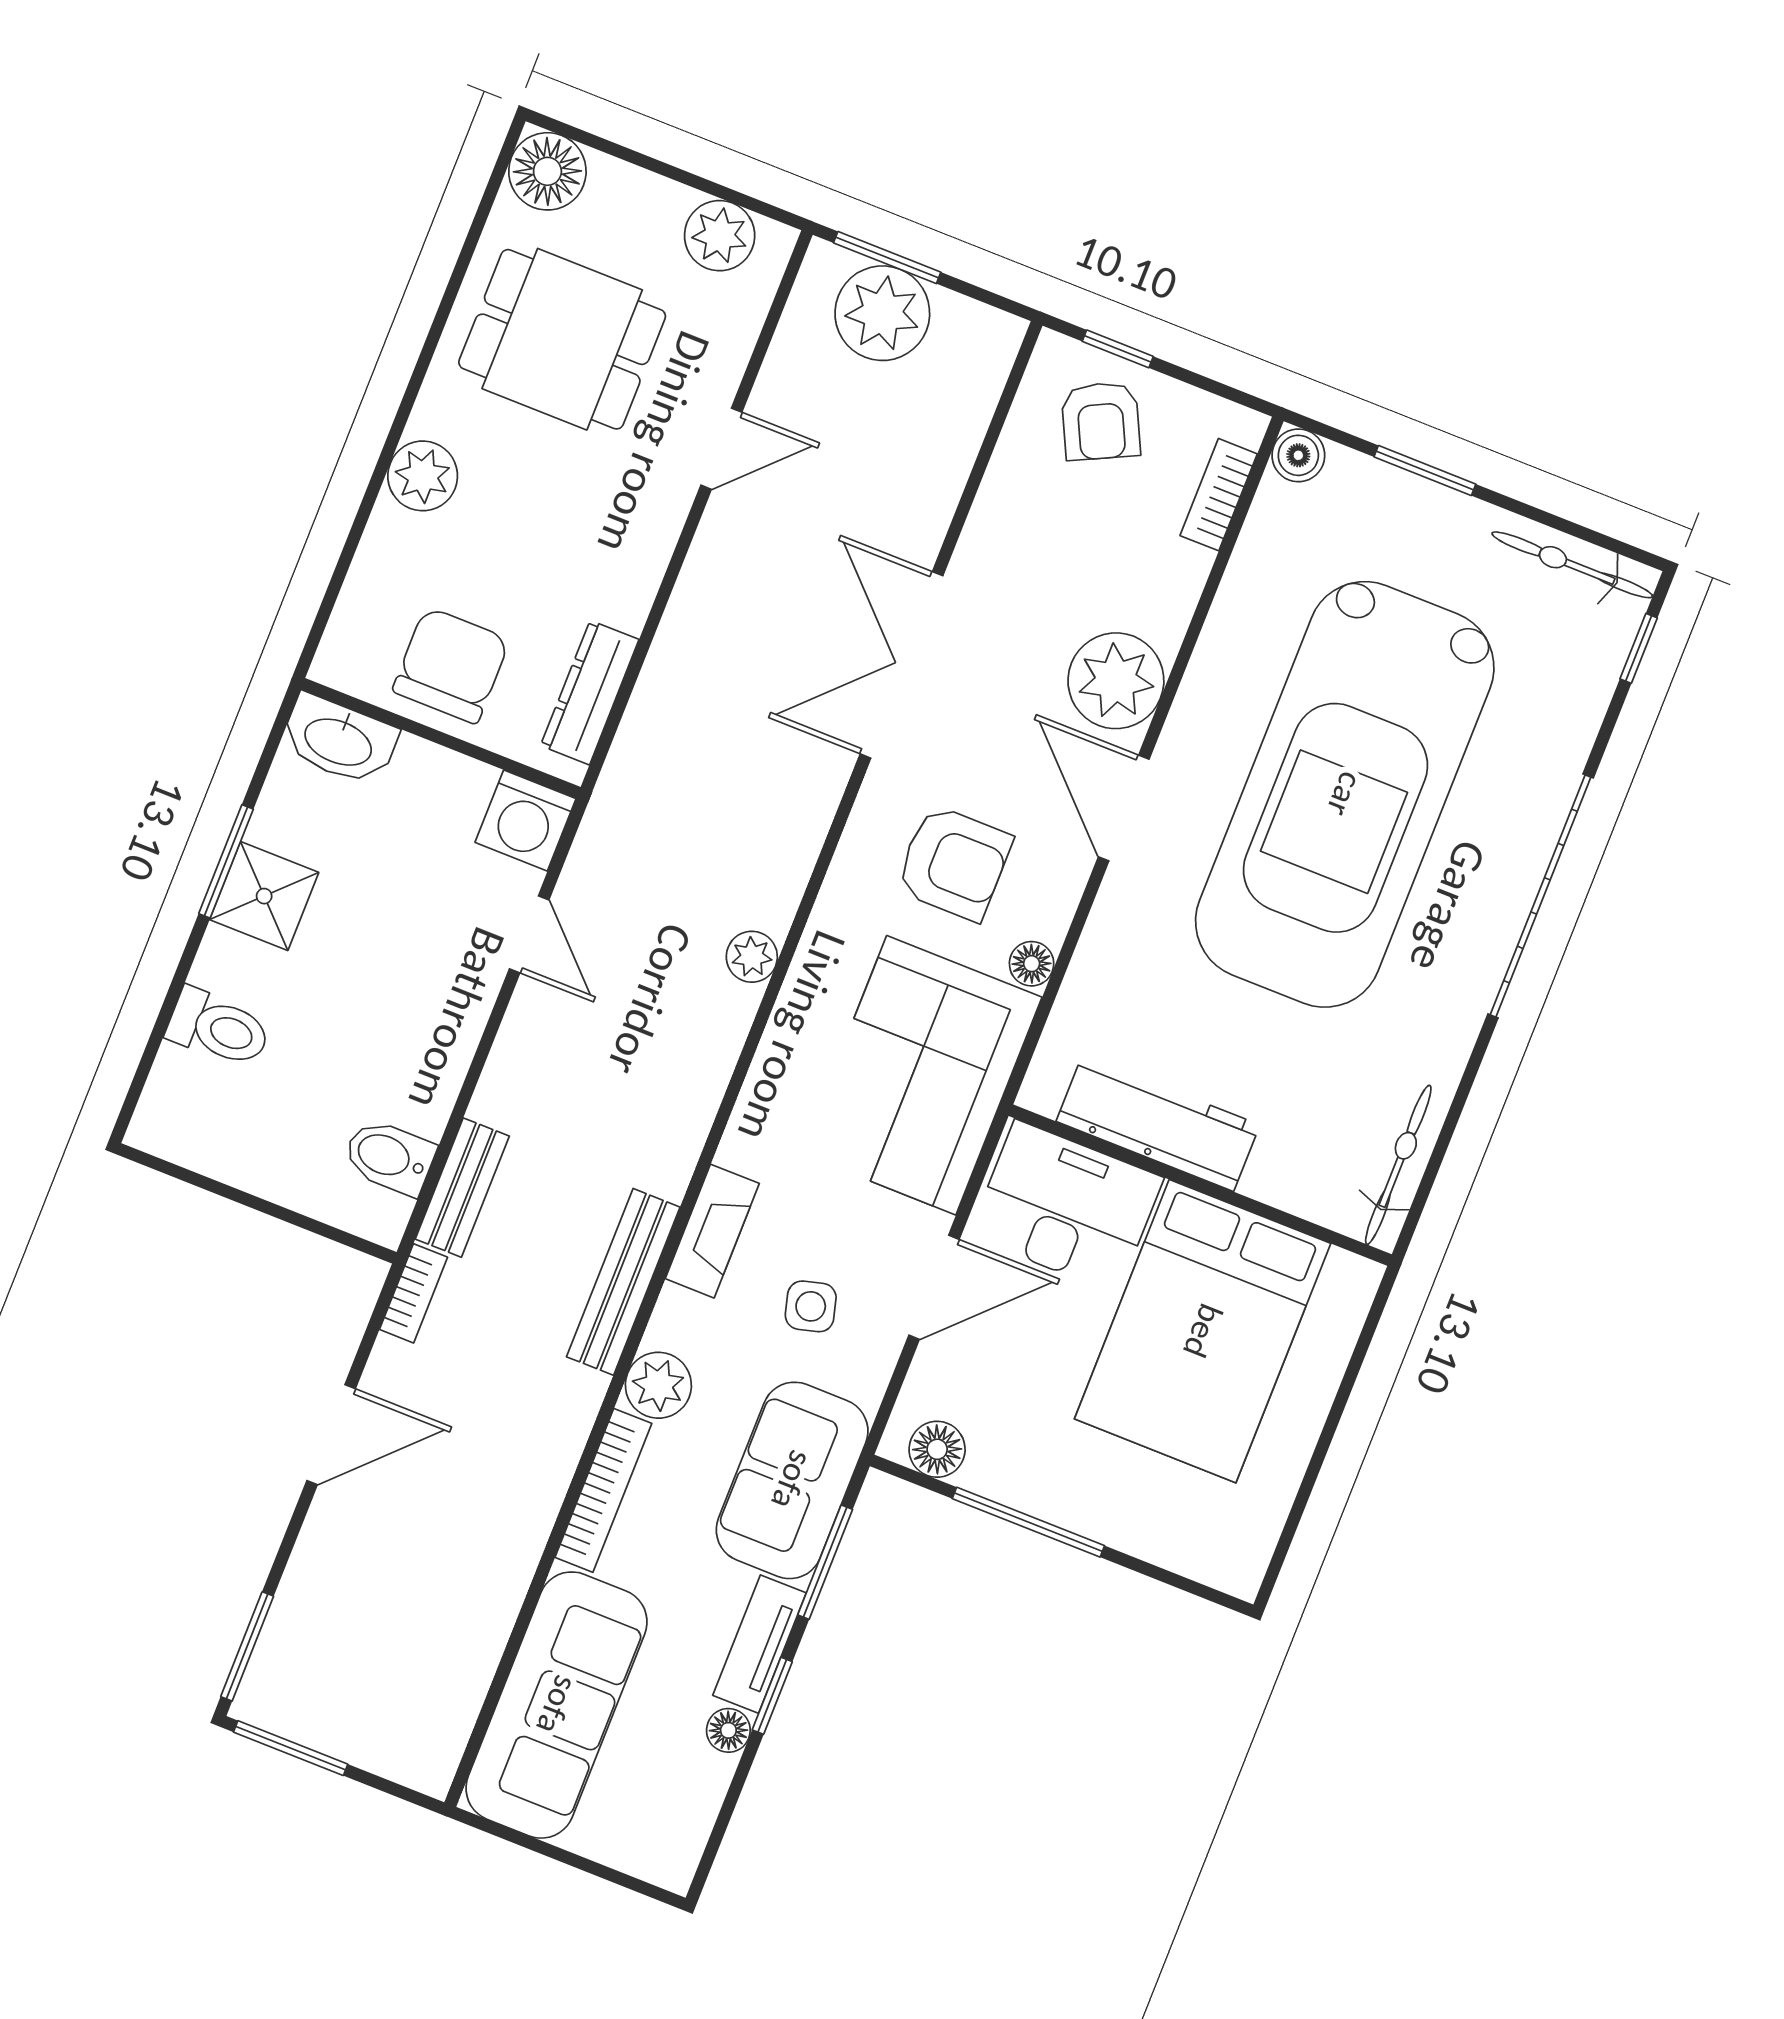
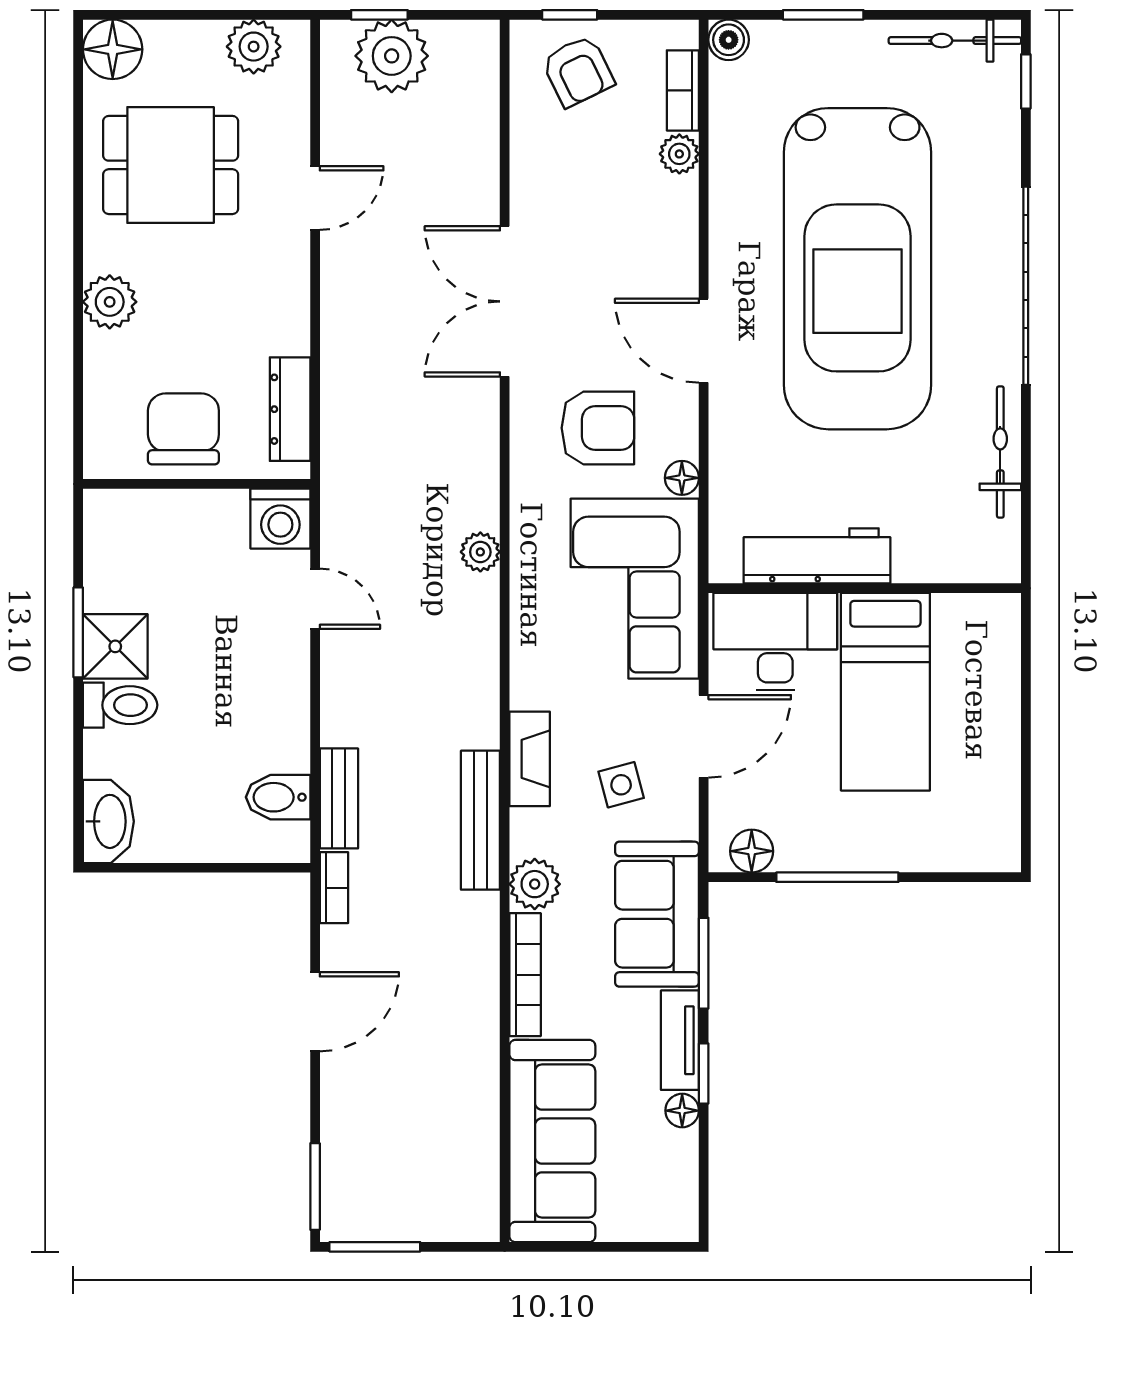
window: (887, 258) -> (379, 15), width x0.67
plant: (1116, 681) -> (679, 154), moved, width x0.53, depth x0.53
washbasin: (339, 740) -> (108, 821), moved, turned -90
toilet: (219, 1028) -> (120, 705), moved
bicycle: (1398, 1165) -> (1000, 452), moved
bed: (1203, 1331) -> (885, 692), width x0.67

